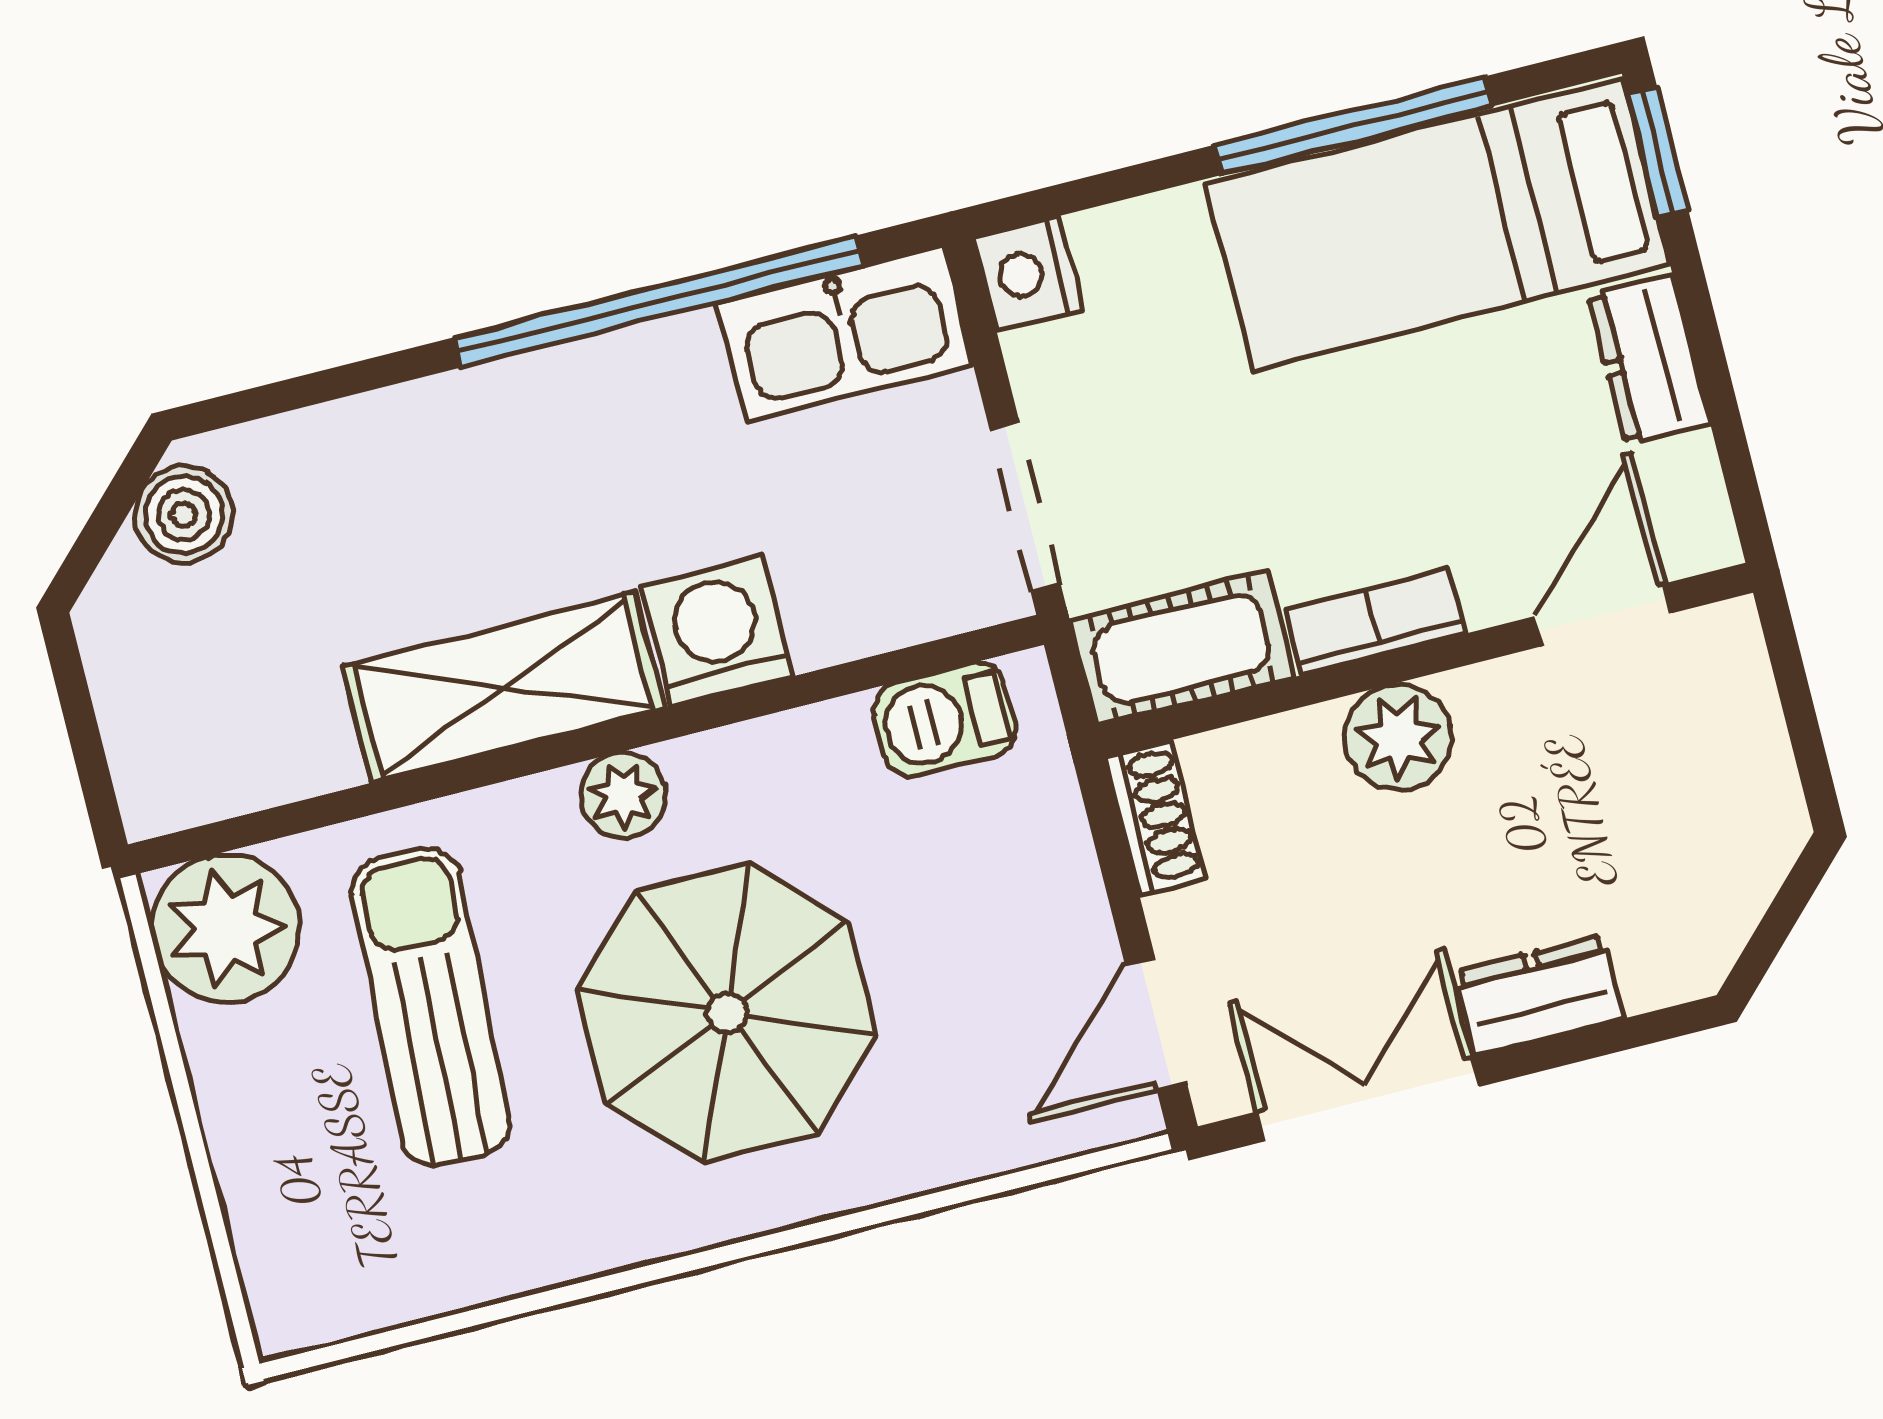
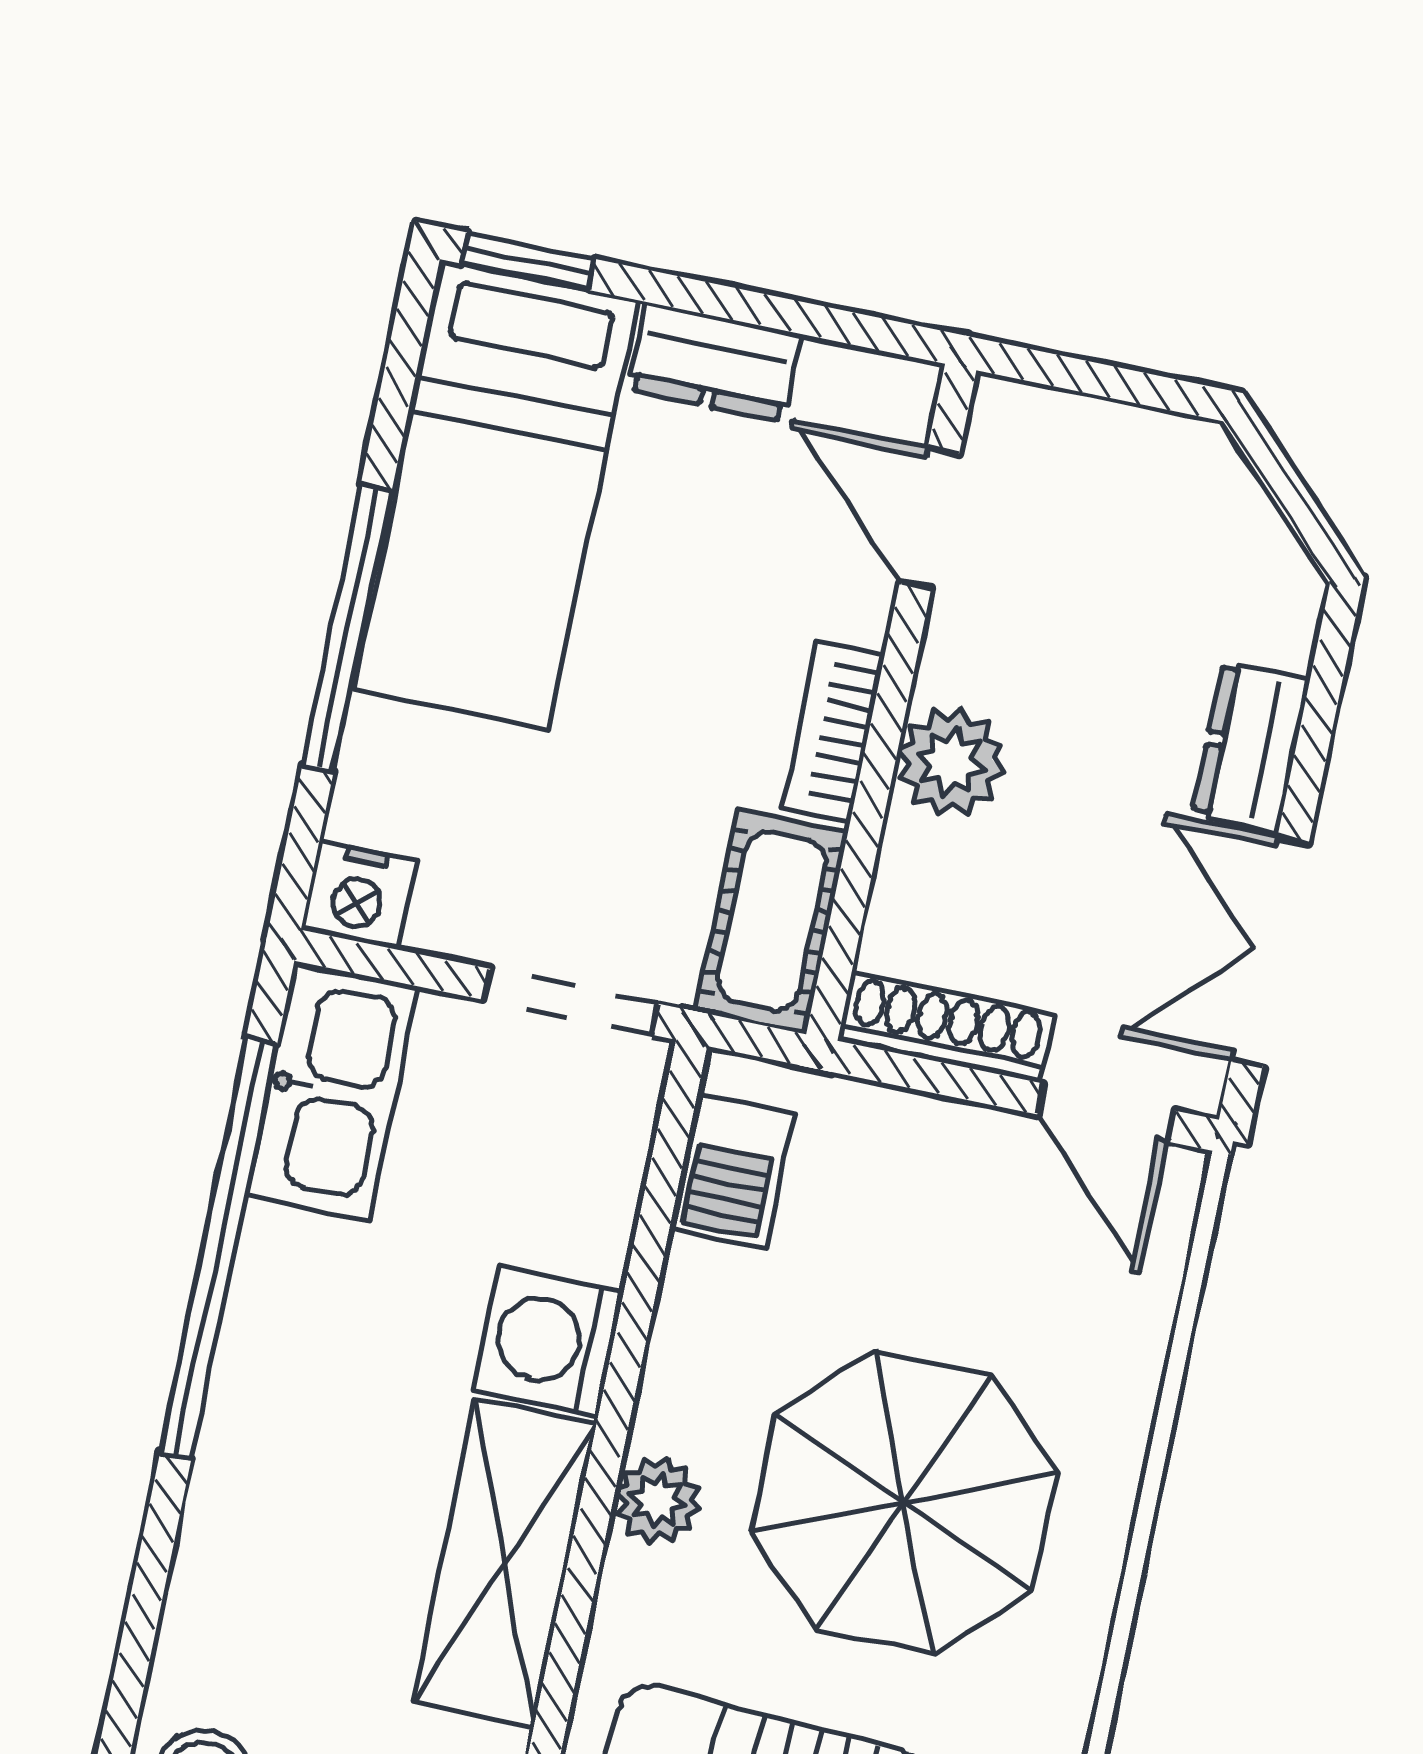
window: (1354, 125) -> (347, 628), moved
shoe rack: (1155, 817) -> (946, 1027), width x1.43

